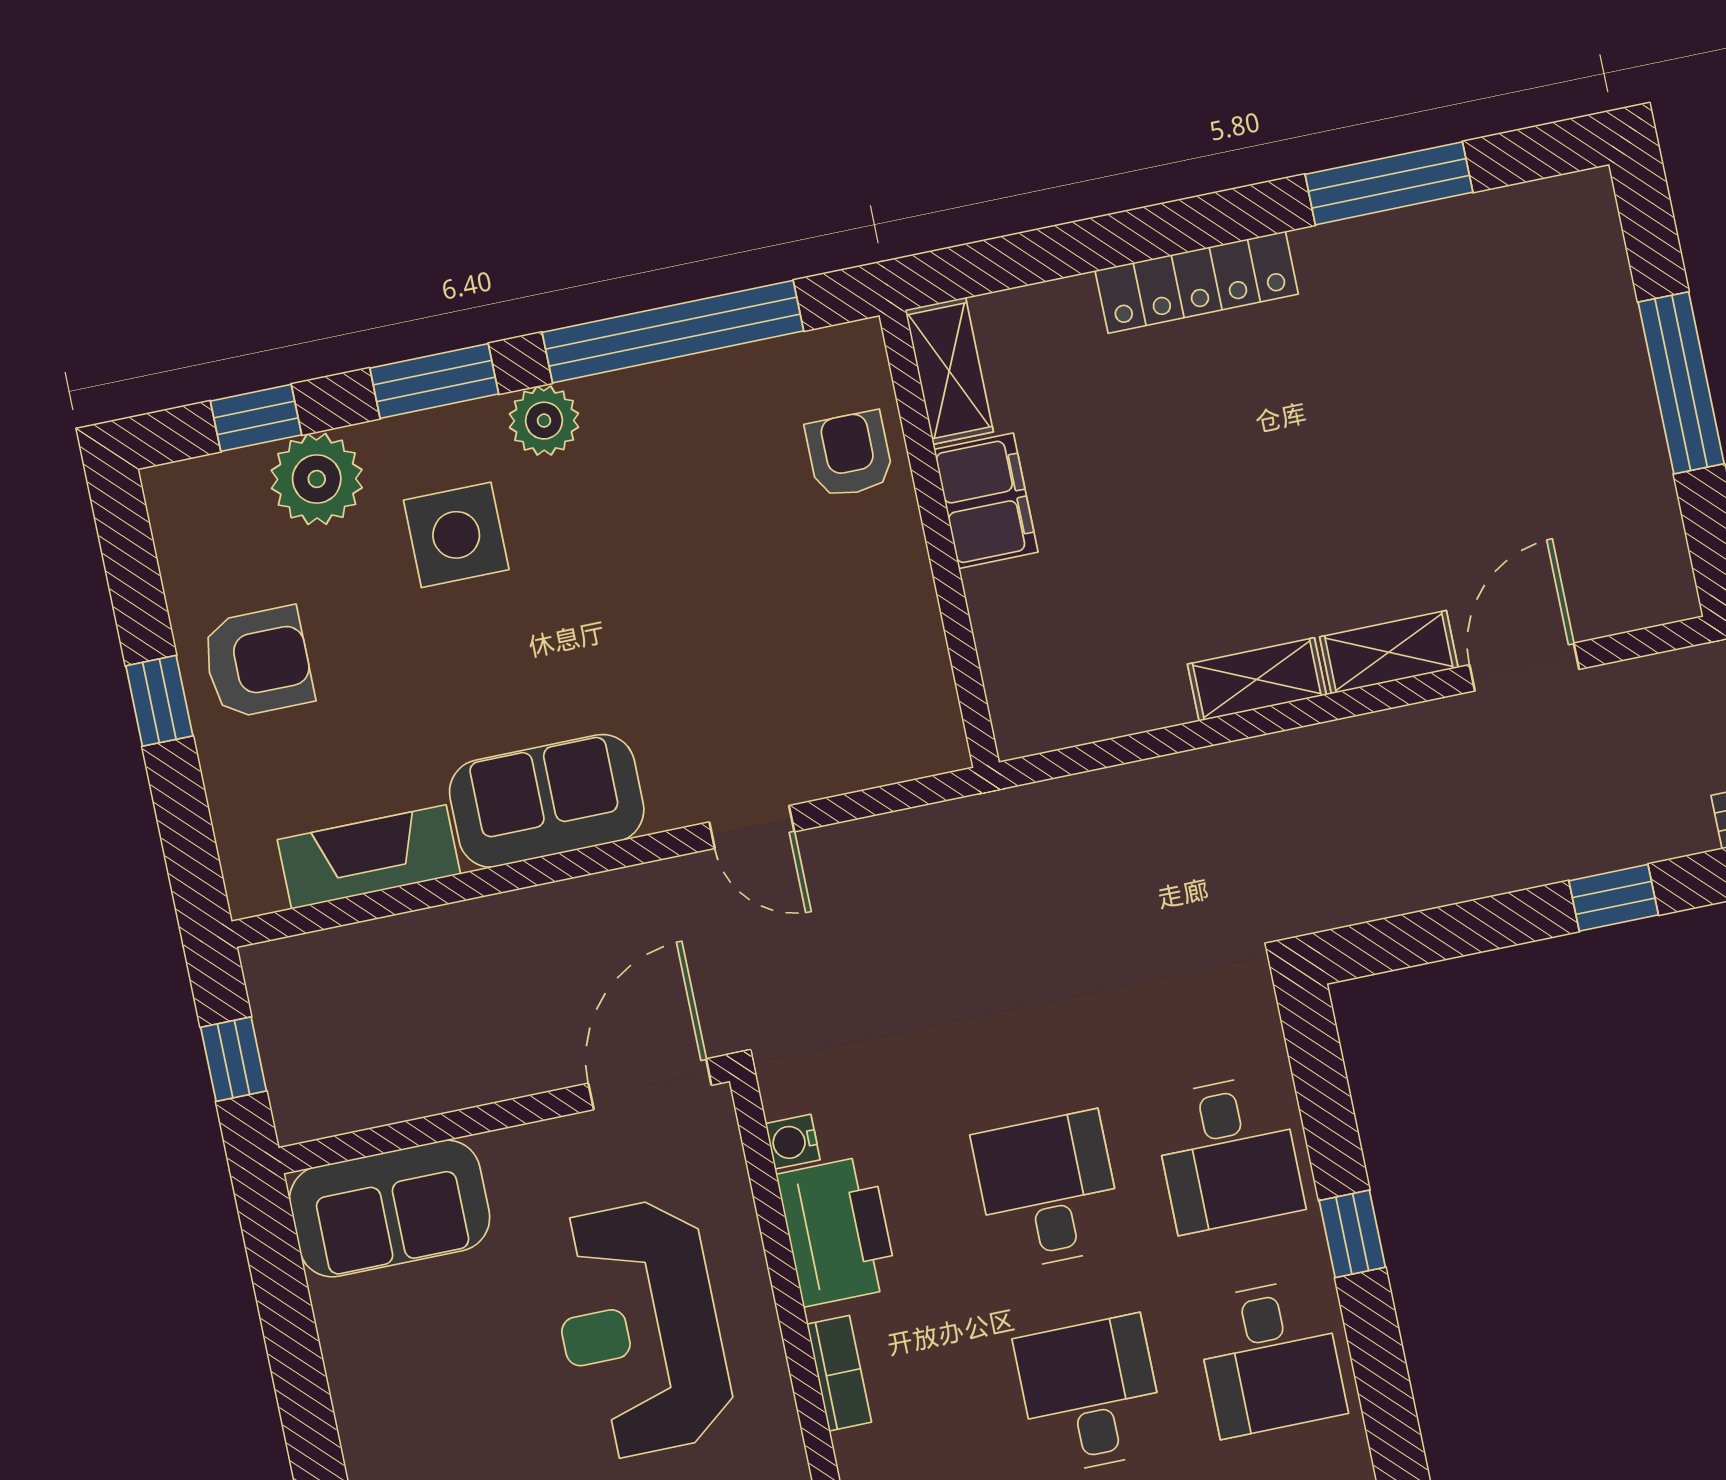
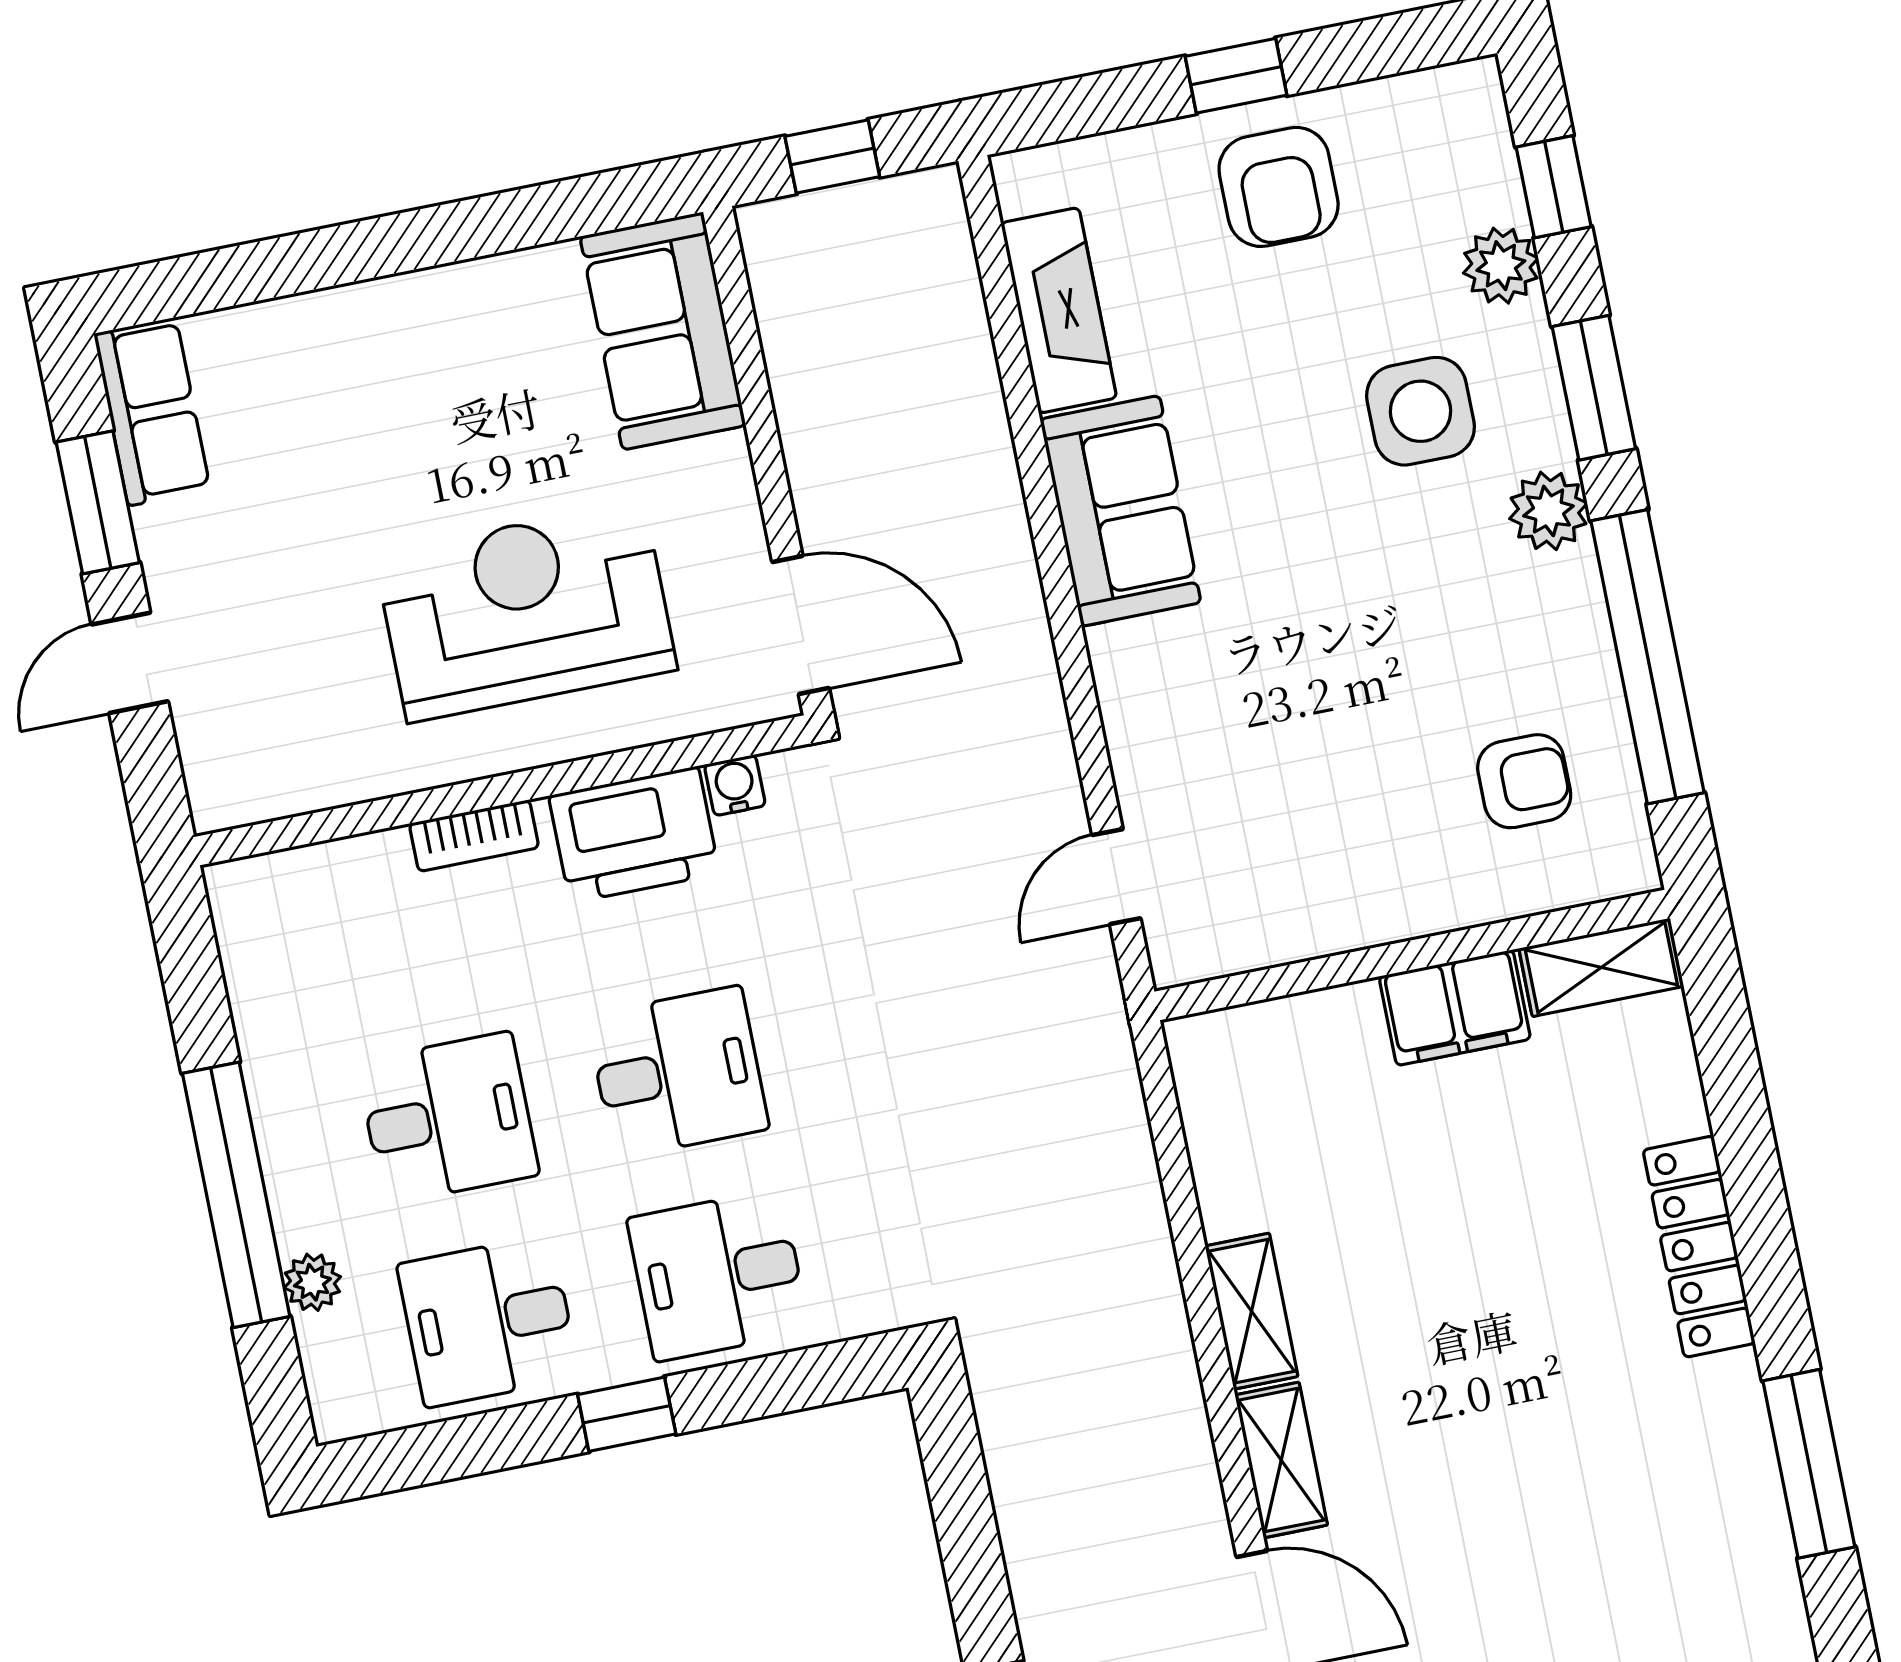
armchair: (849, 454) -> (1524, 781), moved
plant: (317, 479) -> (1501, 266), width x0.73, depth x0.73
door: (752, 827) -> (1116, 877), moved

